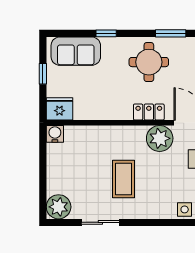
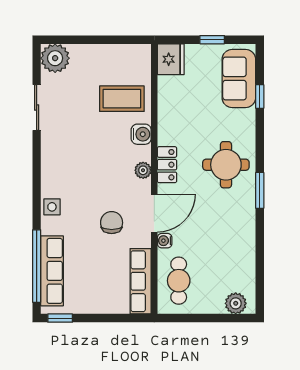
window: (106, 33) -> (260, 96), moved
water cooler: (55, 134) -> (141, 134), moved
plant: (160, 138) -> (143, 170), width x0.53, depth x0.53
coffee table: (123, 179) -> (122, 99), moved

